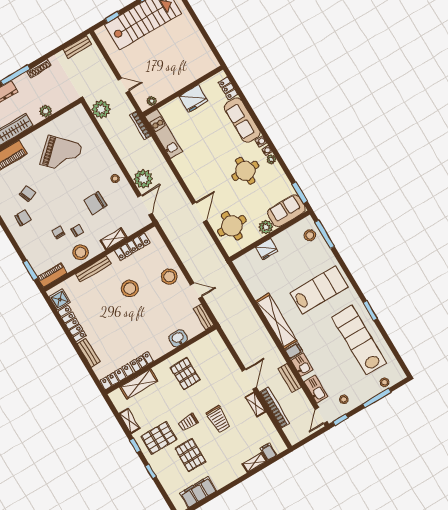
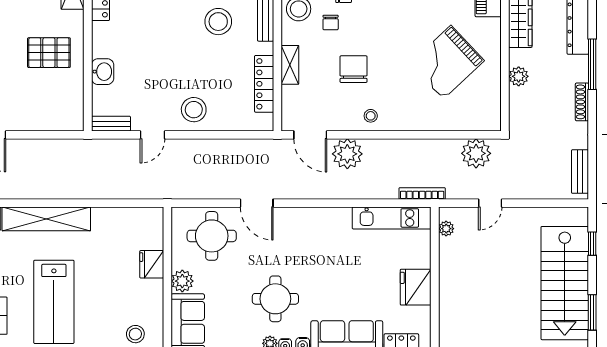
stool: (130, 288) -> (218, 22), moved

